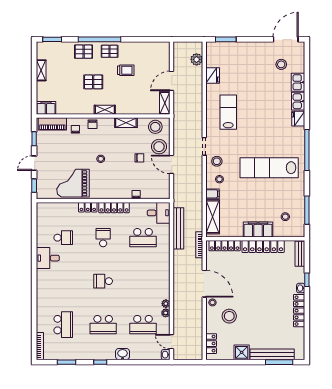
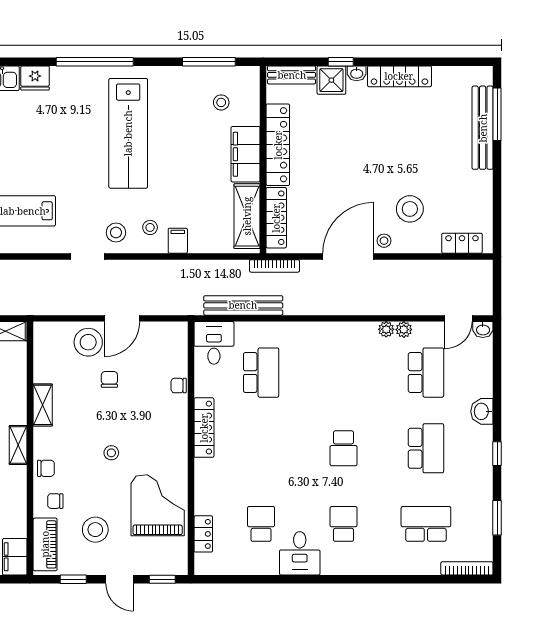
stool: (155, 127) -> (95, 530), moved
grand piano: (73, 183) -> (158, 505), turned 180
locker: (88, 207) -> (203, 534), moved
shelving: (213, 217) -> (247, 216), moved, turned 90
school desk: (103, 238) -> (344, 524), moved, turned 90
shower: (242, 352) -> (331, 80), moved

